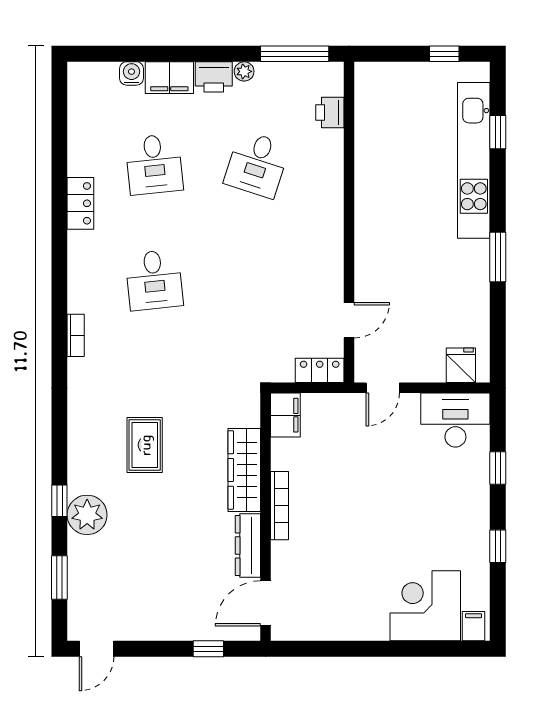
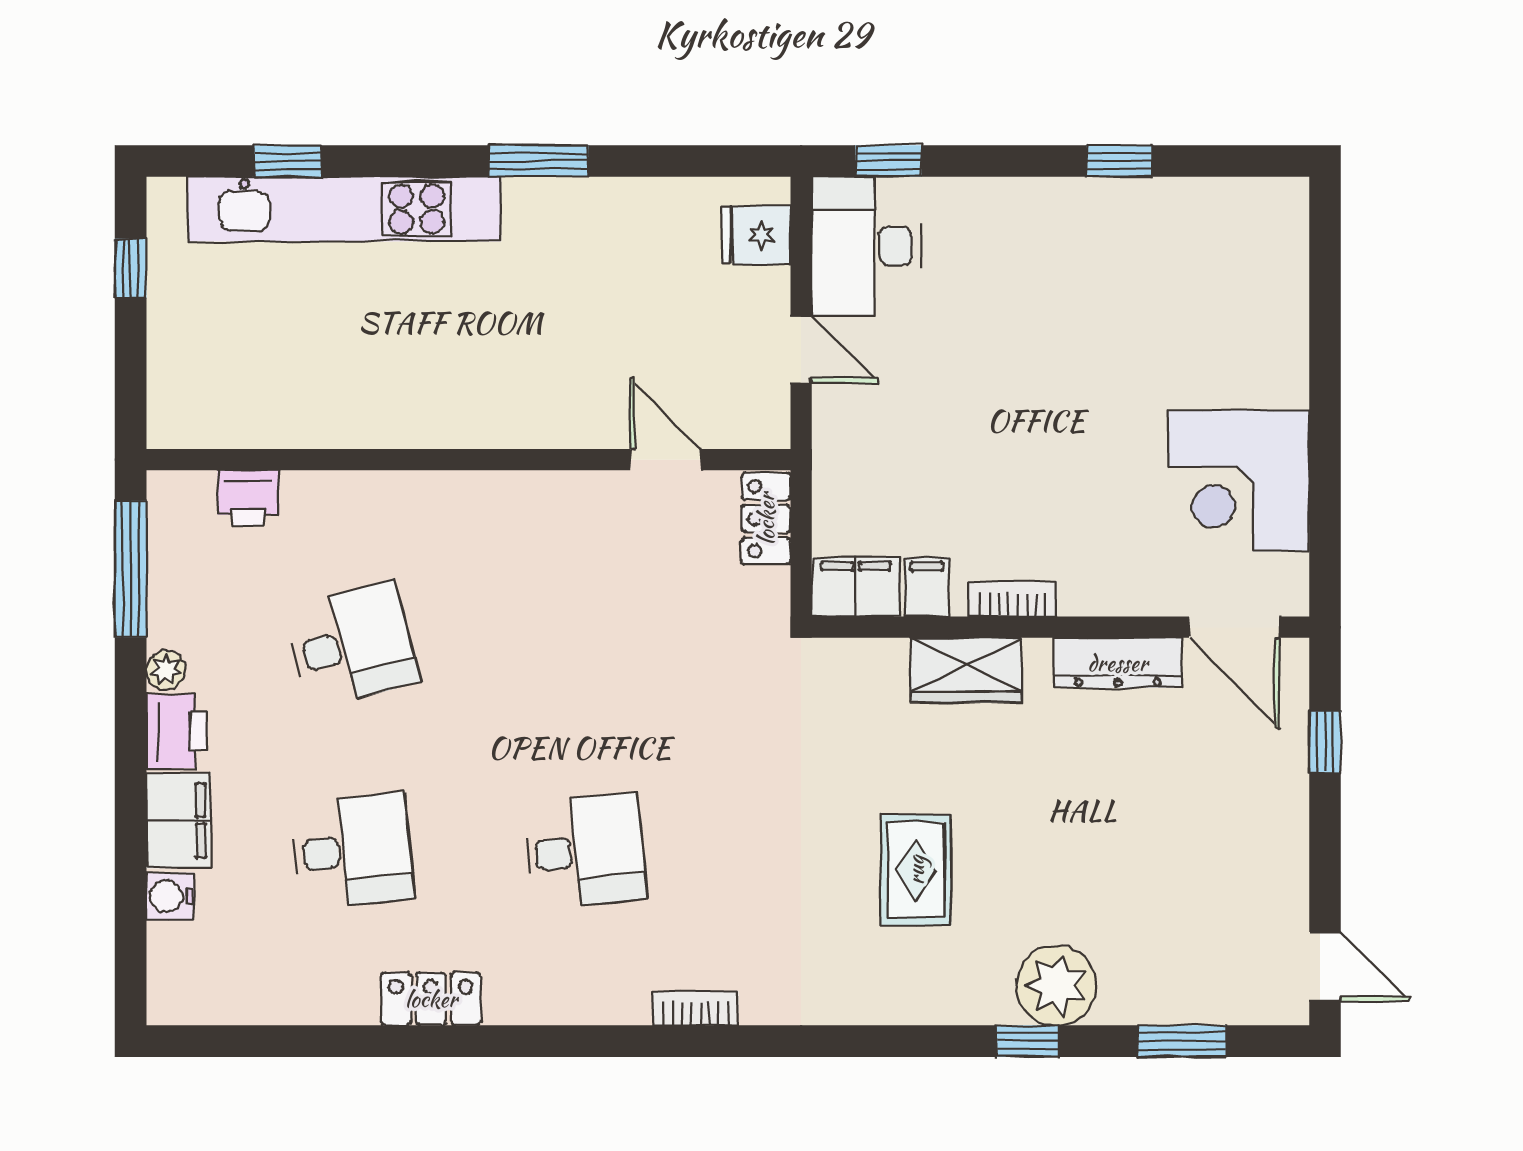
desk: (257, 164) -> (352, 645), turned -33
door: (383, 388) -> (801, 350), moved
rug: (145, 445) -> (916, 870), turned 90
window: (498, 468) -> (888, 161), moved
wardrobe: (244, 470) -> (966, 670), width x0.67
bookcase: (280, 506) -> (1013, 599), width x0.64
corner desk: (425, 606) -> (1239, 481), moved
filing cabinet: (473, 626) -> (927, 587), moved, turned 90

